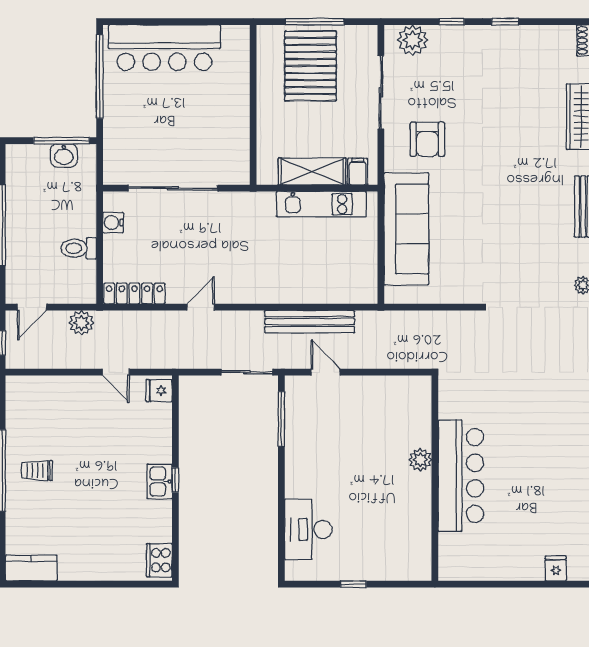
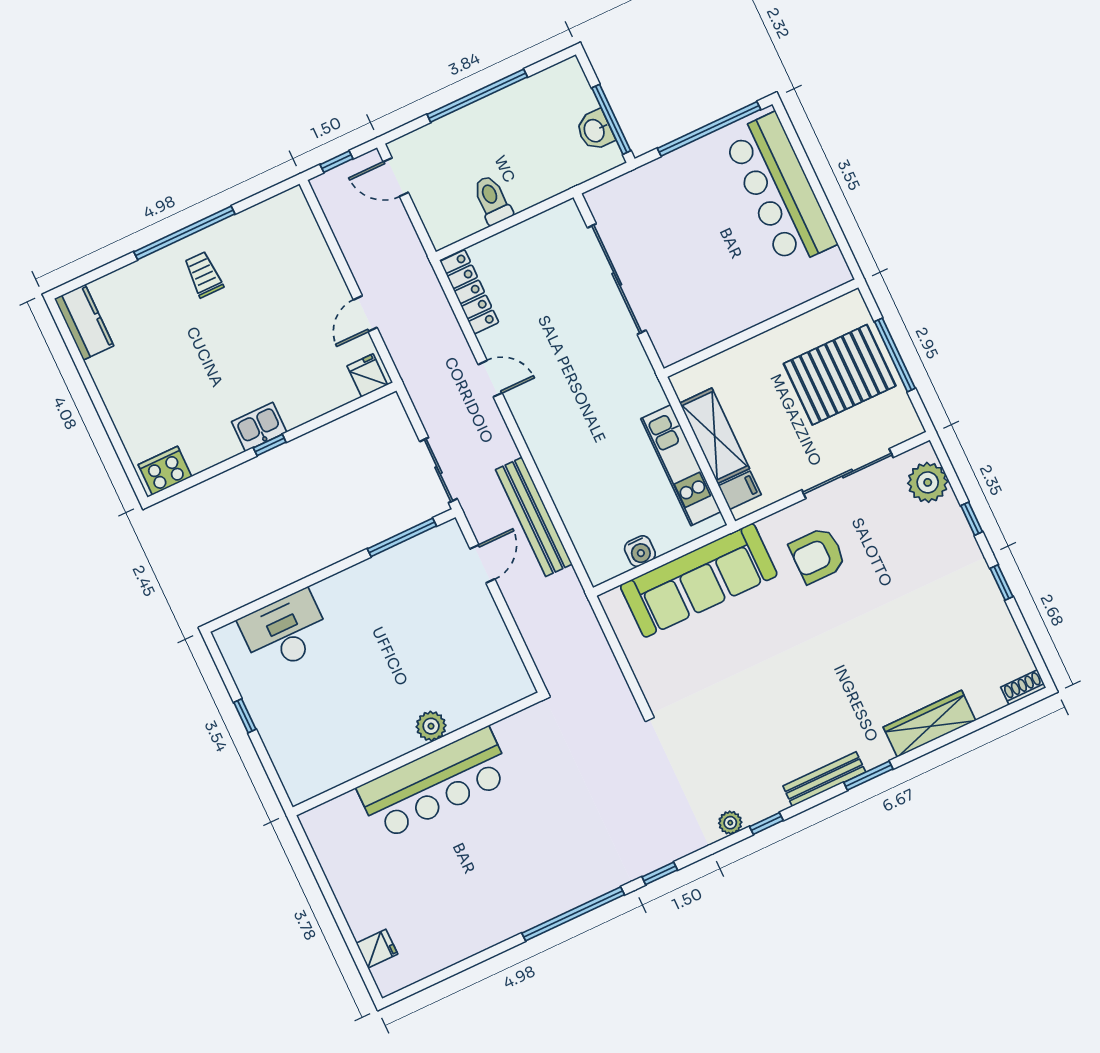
water cooler: (113, 223) -> (640, 551), moved, turned 180
plant: (81, 323) -> (405, 245), removed

